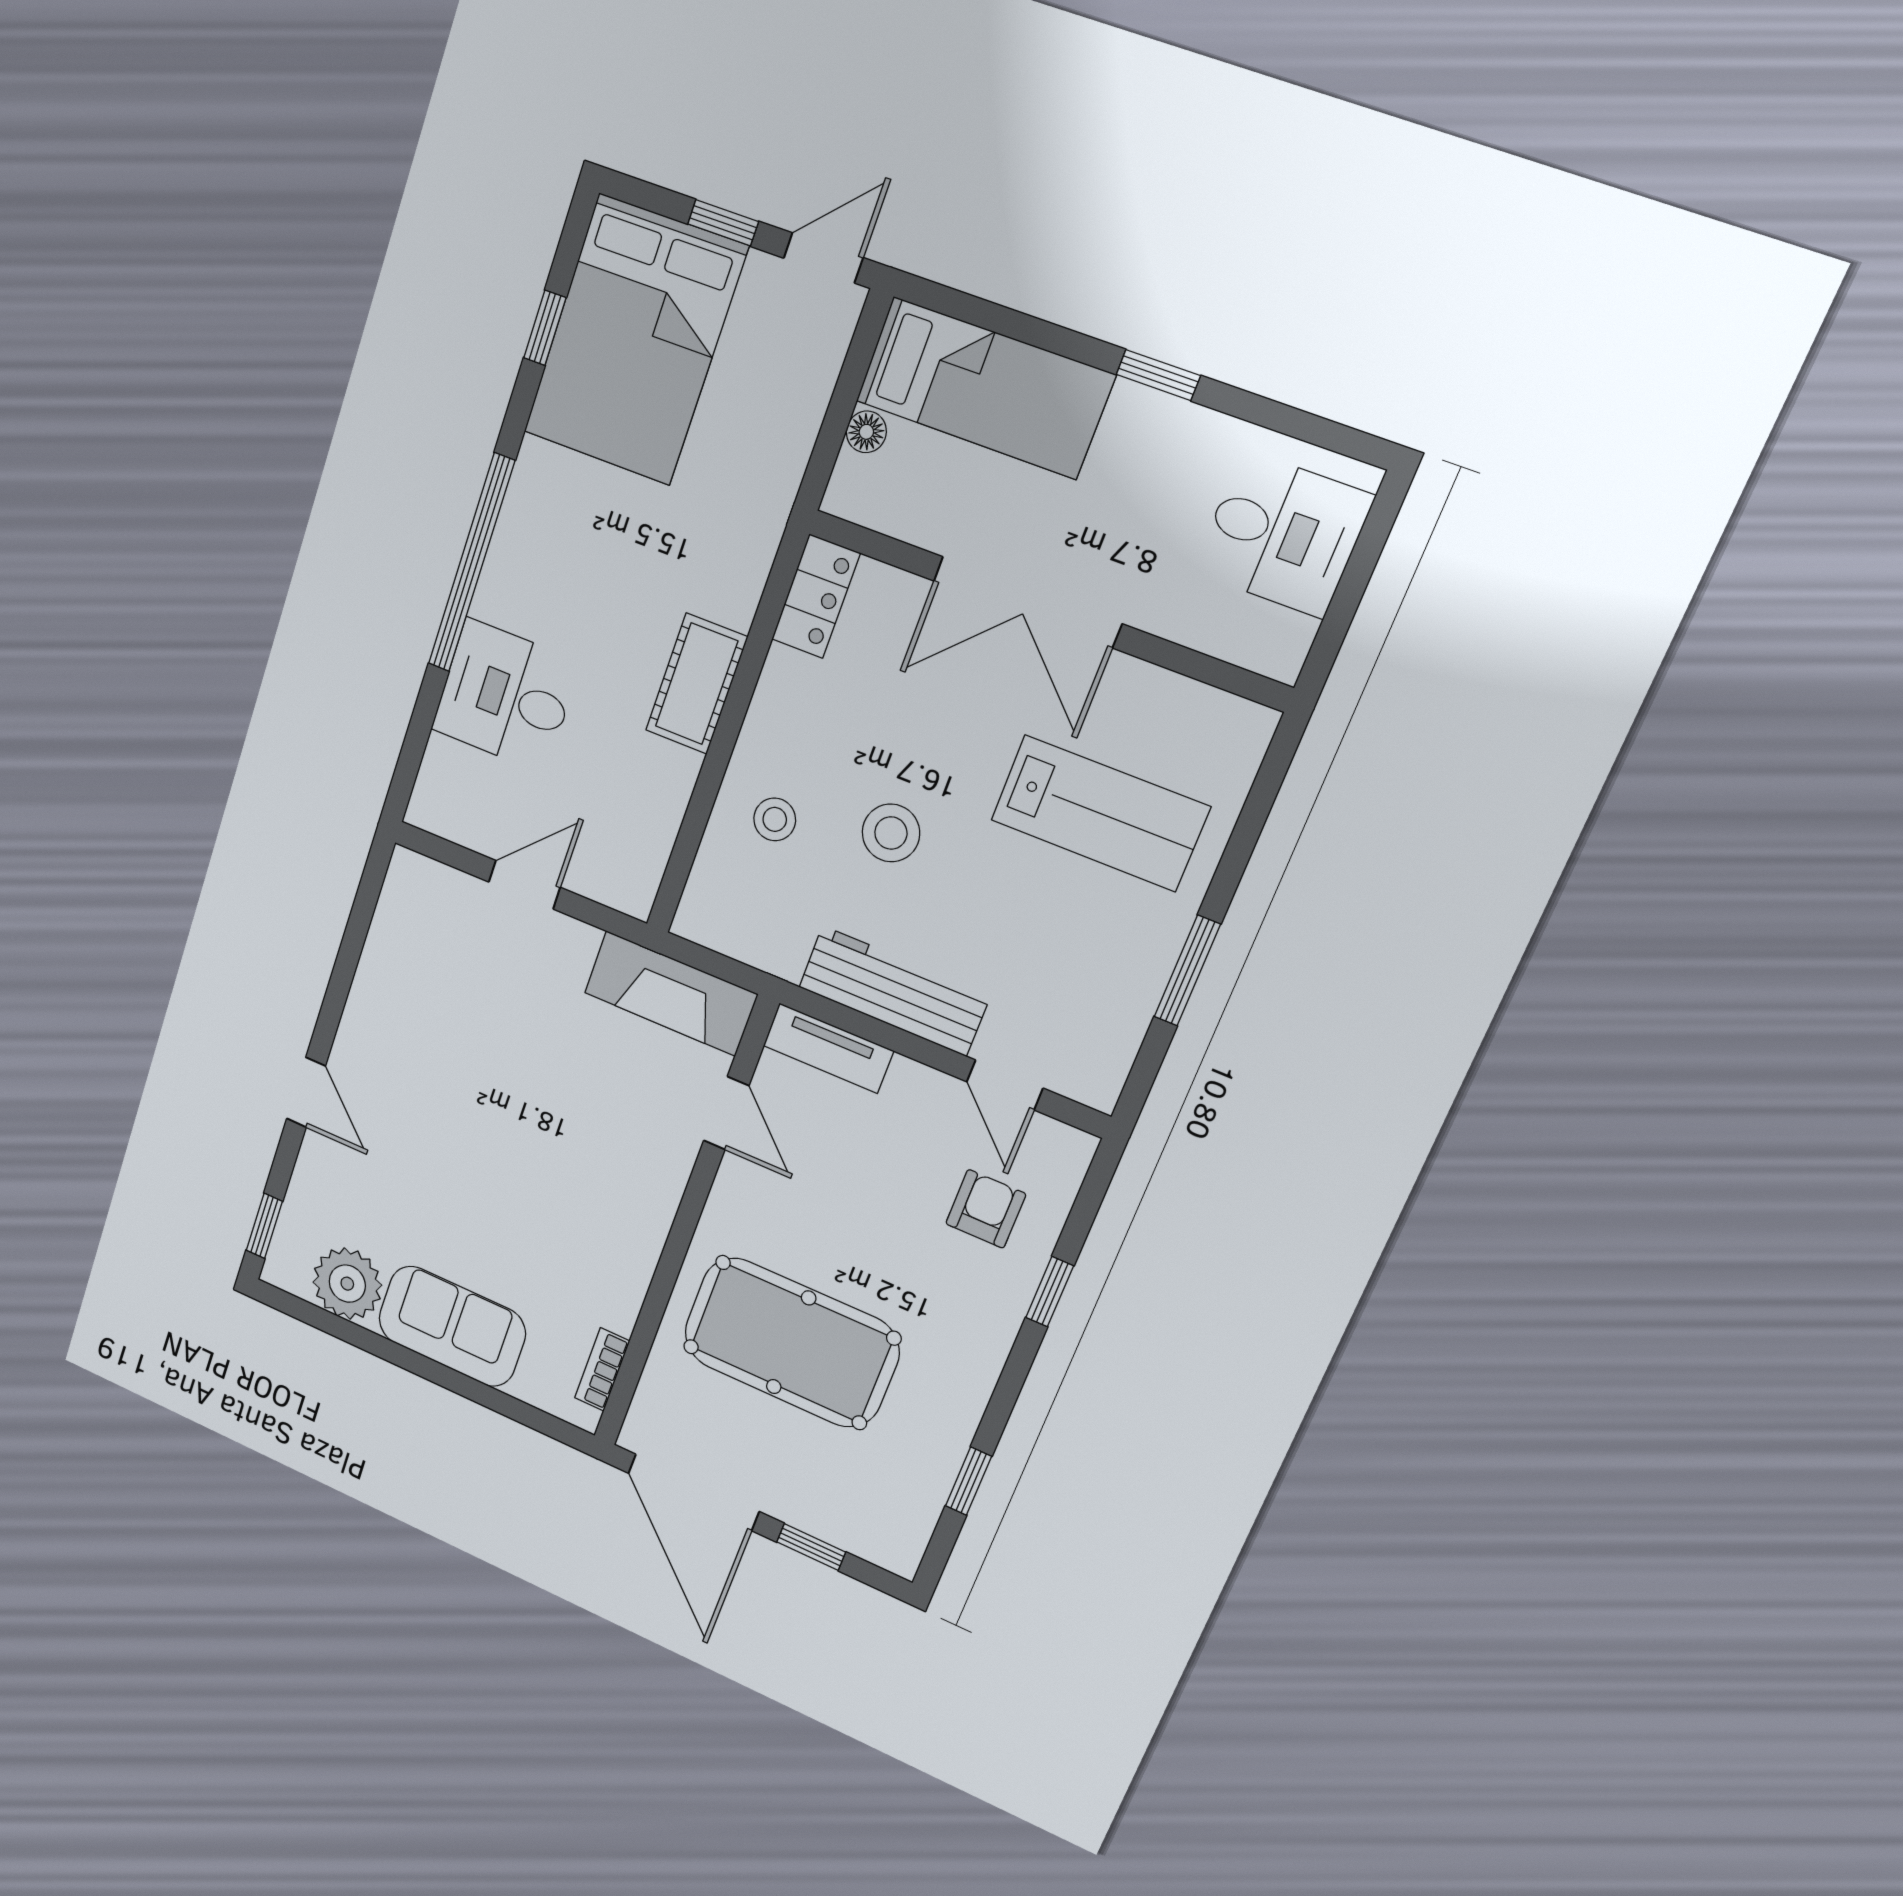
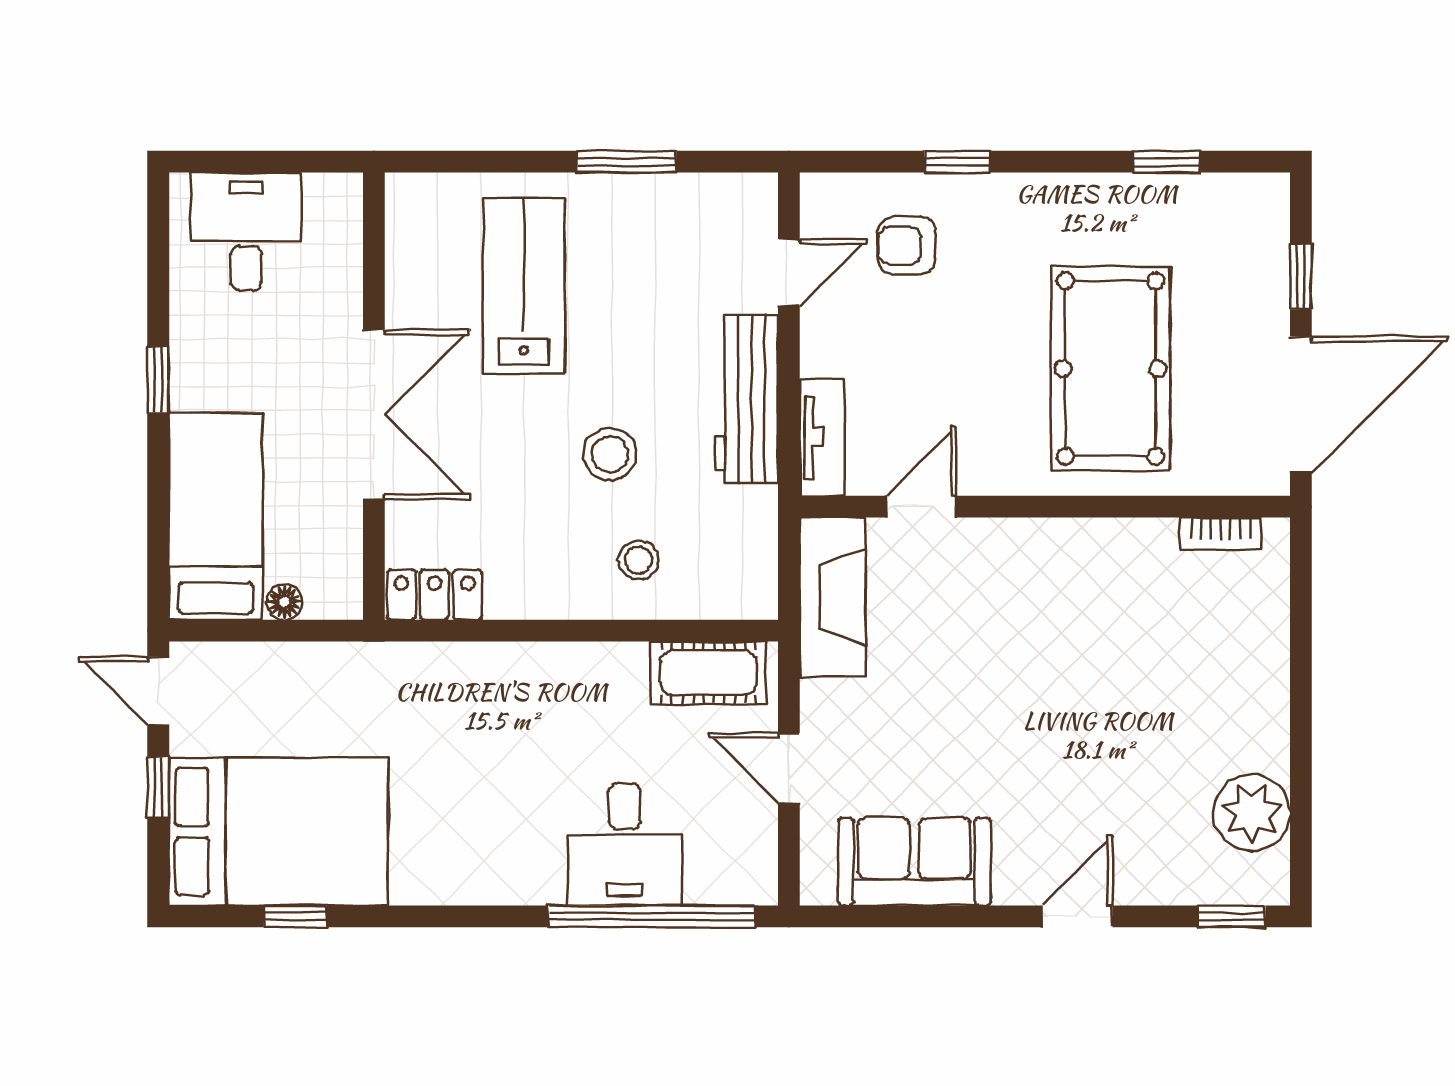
window: (471, 563) -> (652, 916), moved
cot: (697, 684) -> (708, 673), moved
sofa: (452, 1326) -> (914, 862), moved, turned 90

